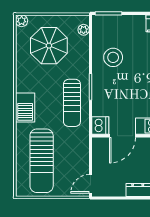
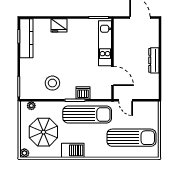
sun lounger: (72, 103) -> (87, 115), width x1.36, depth x1.34
barbecue: (25, 108) -> (73, 150), moved
dishwasher: (100, 126) -> (83, 93), moved
door: (91, 184) -> (126, 100), moved

